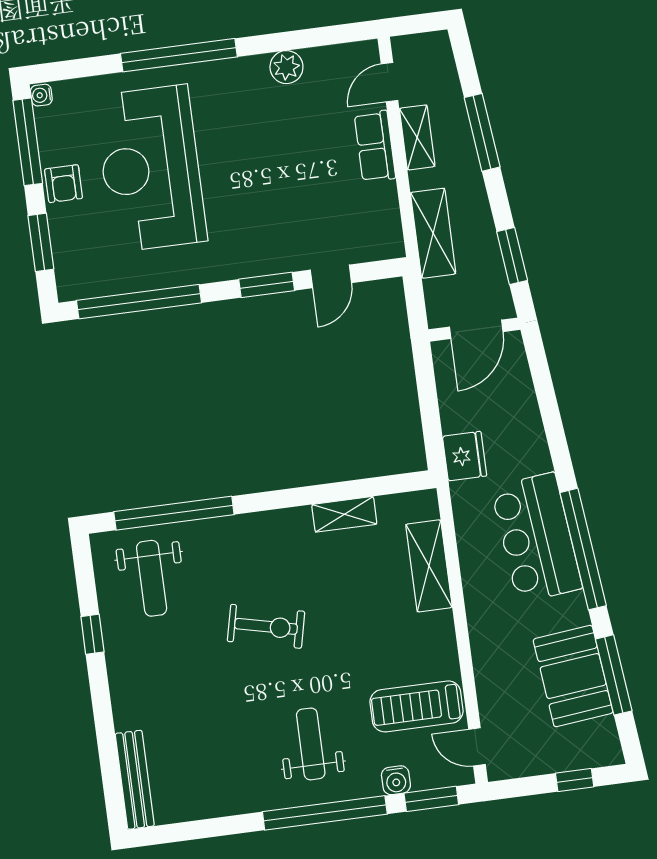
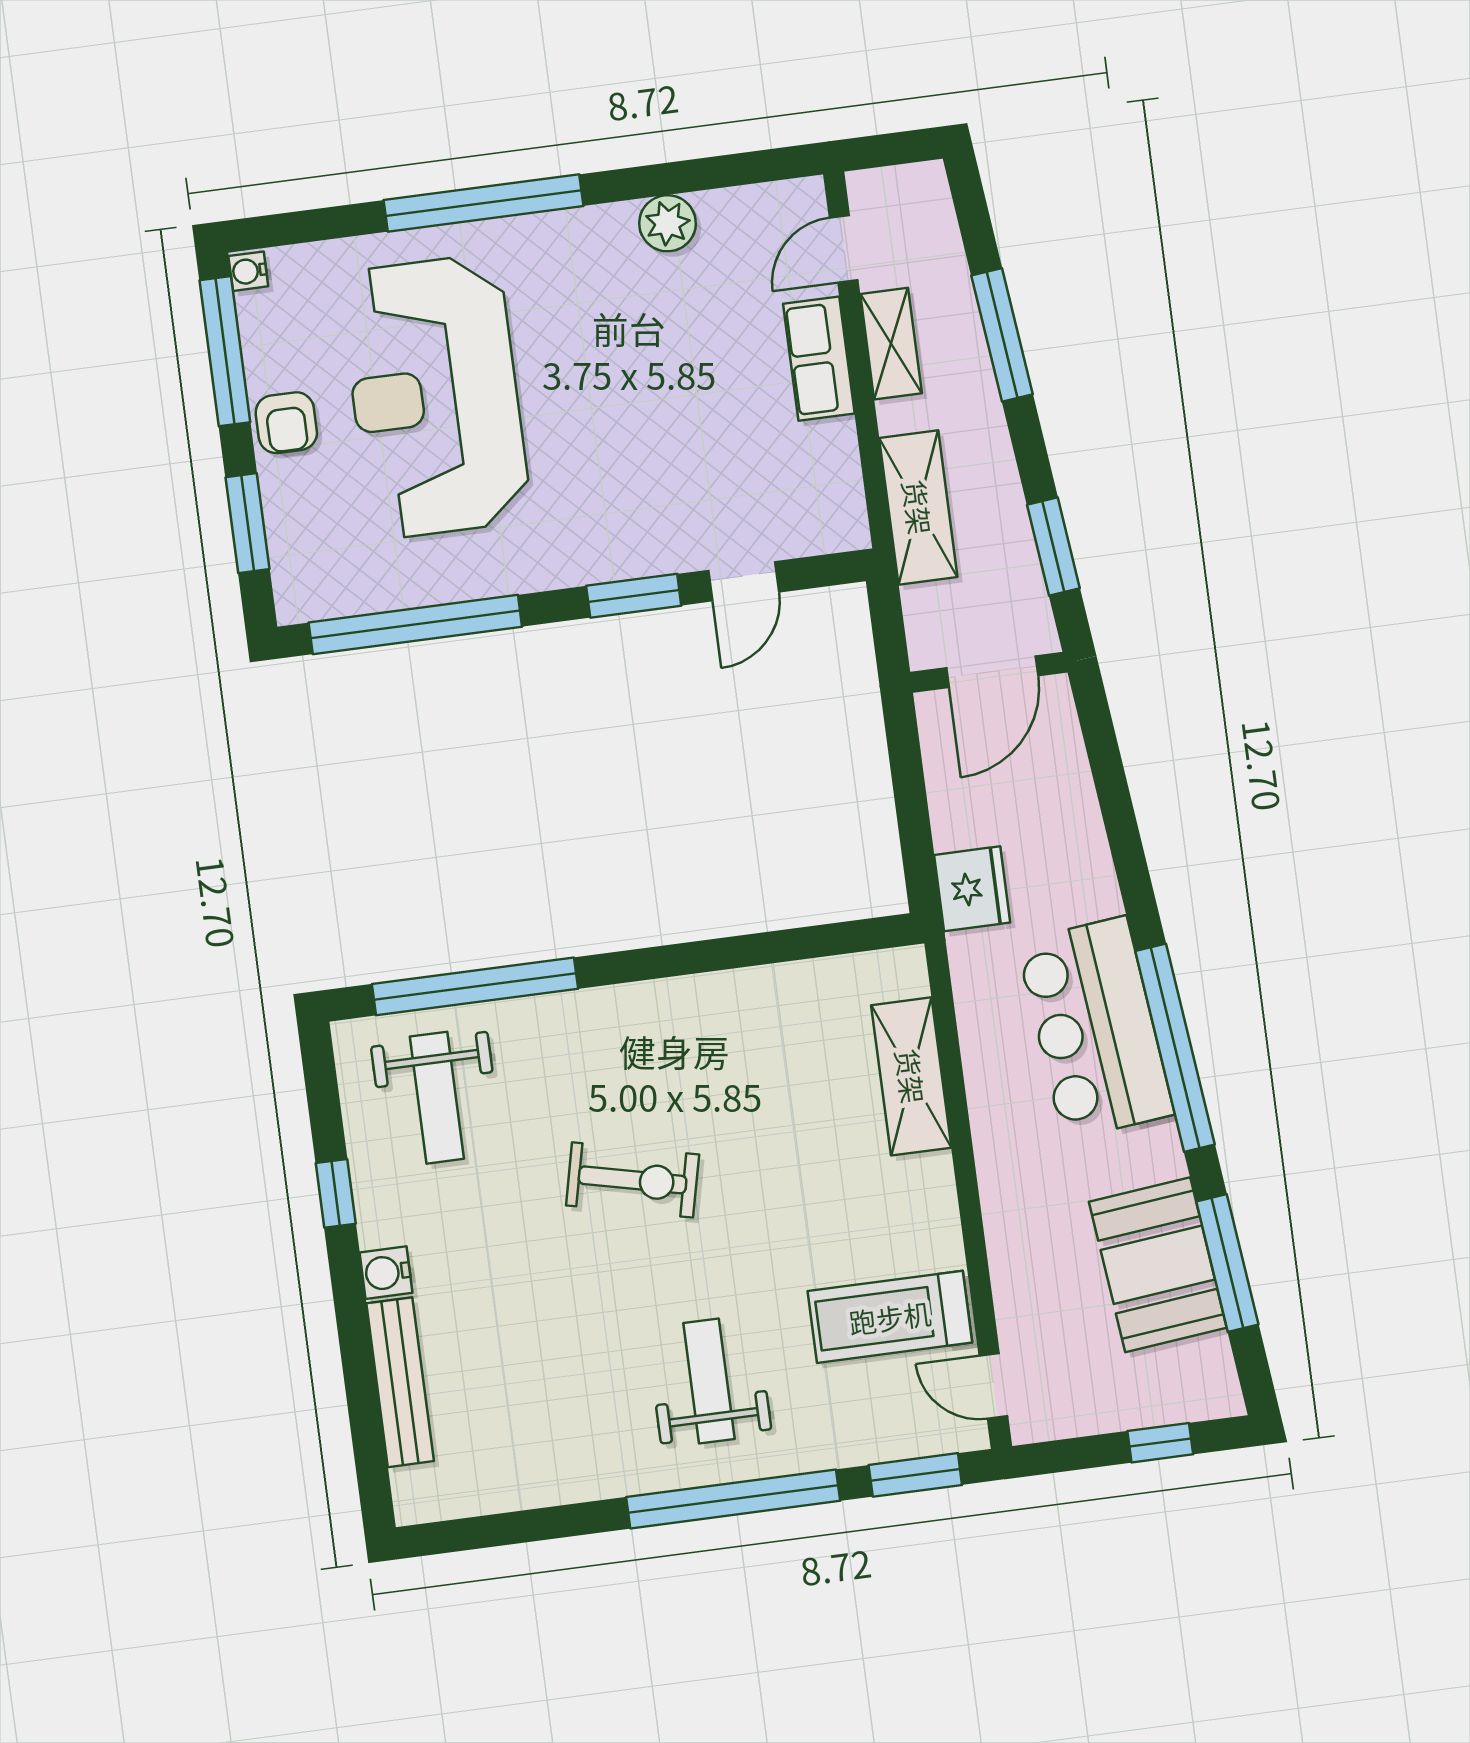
shelving: (344, 514) -> (766, 988), removed
bench: (135, 780) -> (400, 1382), moved
water cooler: (396, 780) -> (386, 1273), moved, turned 90

